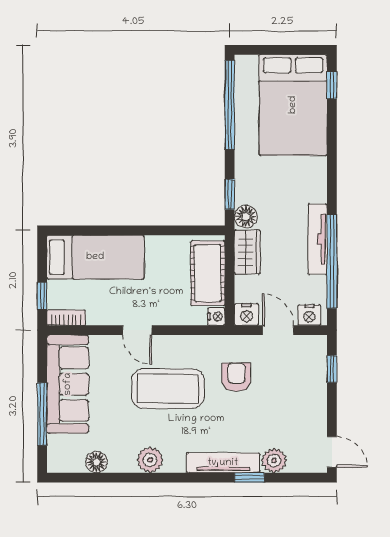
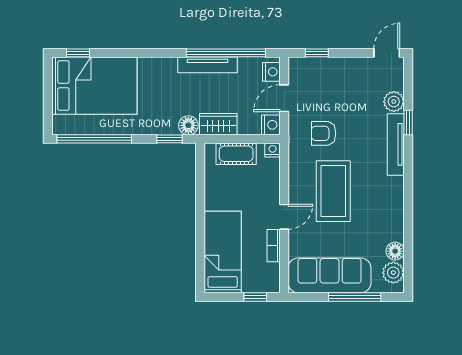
cot: (208, 273) -> (236, 154), width x0.73, depth x0.75
bookcase: (66, 318) -> (274, 246), moved
plant: (150, 460) -> (393, 273), moved

